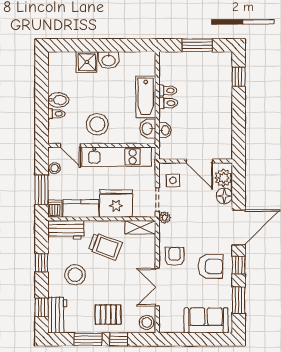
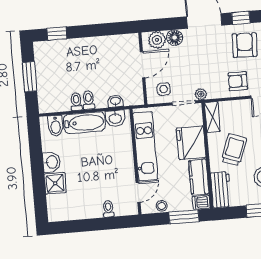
bidet: (58, 100) -> (56, 126), moved, turned 180
stool: (97, 124) -> (115, 168), removed

